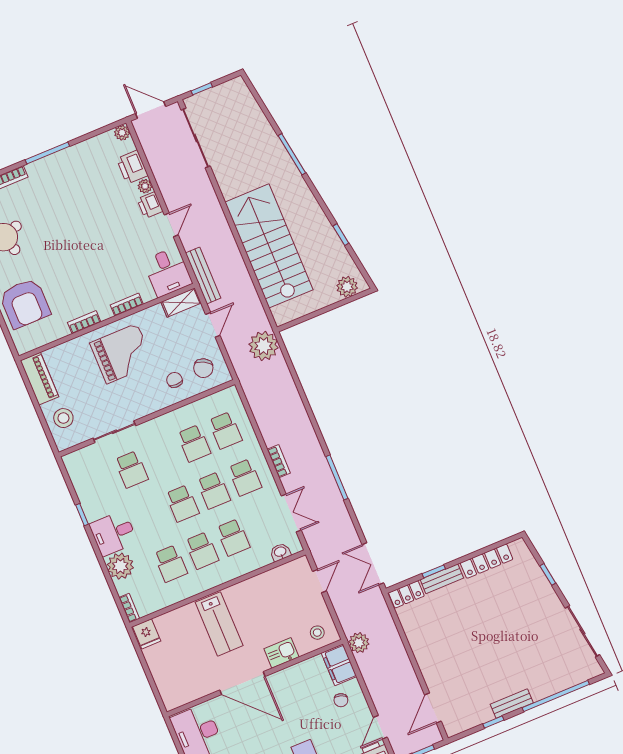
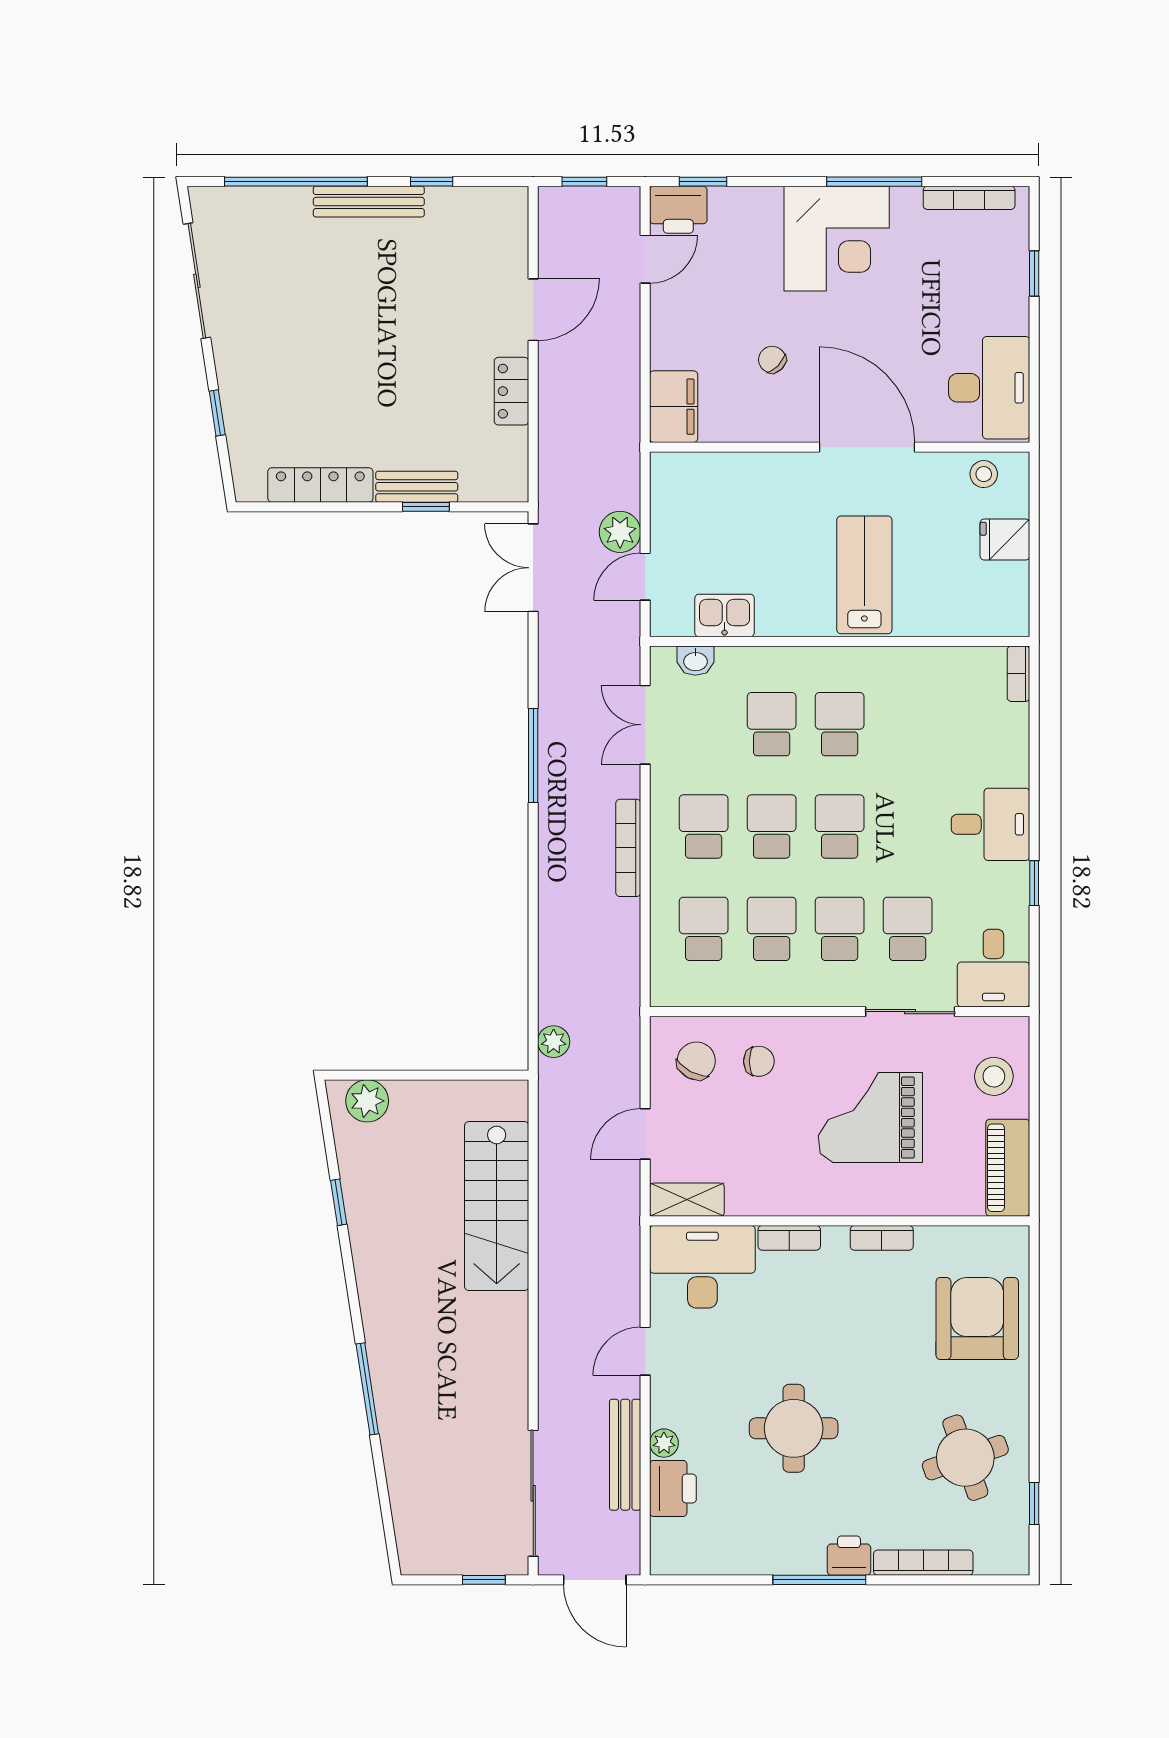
plant: (122, 133) -> (665, 1560), removed
printer: (150, 205) -> (849, 1556), moved, turned -90
round table: (88, 218) -> (794, 1428), added
stairs: (269, 246) -> (497, 1206), width x0.73, depth x0.66
desk: (168, 272) -> (702, 1267), width x1.37
bench: (203, 275) -> (625, 1455), moved
plant: (264, 346) -> (554, 1042), width x0.53, depth x0.53
grand piano: (122, 354) -> (870, 1118), moved
chair: (174, 380) -> (759, 1061), turned -90
bookcase: (279, 461) -> (628, 848), width x1.56
desk: (84, 468) -> (993, 968), added
school desk: (171, 564) -> (840, 929), moved
double door: (373, 564) -> (533, 568), swing flipped
plant: (120, 566) -> (1003, 758), removed
locker: (406, 594) -> (511, 391), moved, turned -90
stool: (317, 633) -> (984, 474), moved
fridge: (147, 634) -> (1005, 539), moved, turned -90
plant: (359, 643) -> (620, 532), moved
kitchen sink: (281, 653) -> (725, 615), moved, turned 180
chair: (341, 700) -> (772, 360), moved, turned -65
bench: (512, 704) -> (369, 202), width x1.36
door: (433, 708) -> (533, 310), moved

